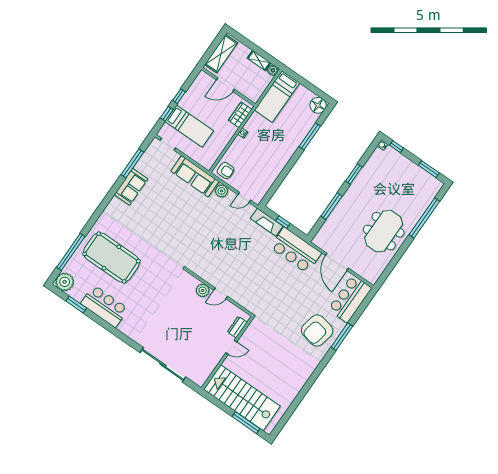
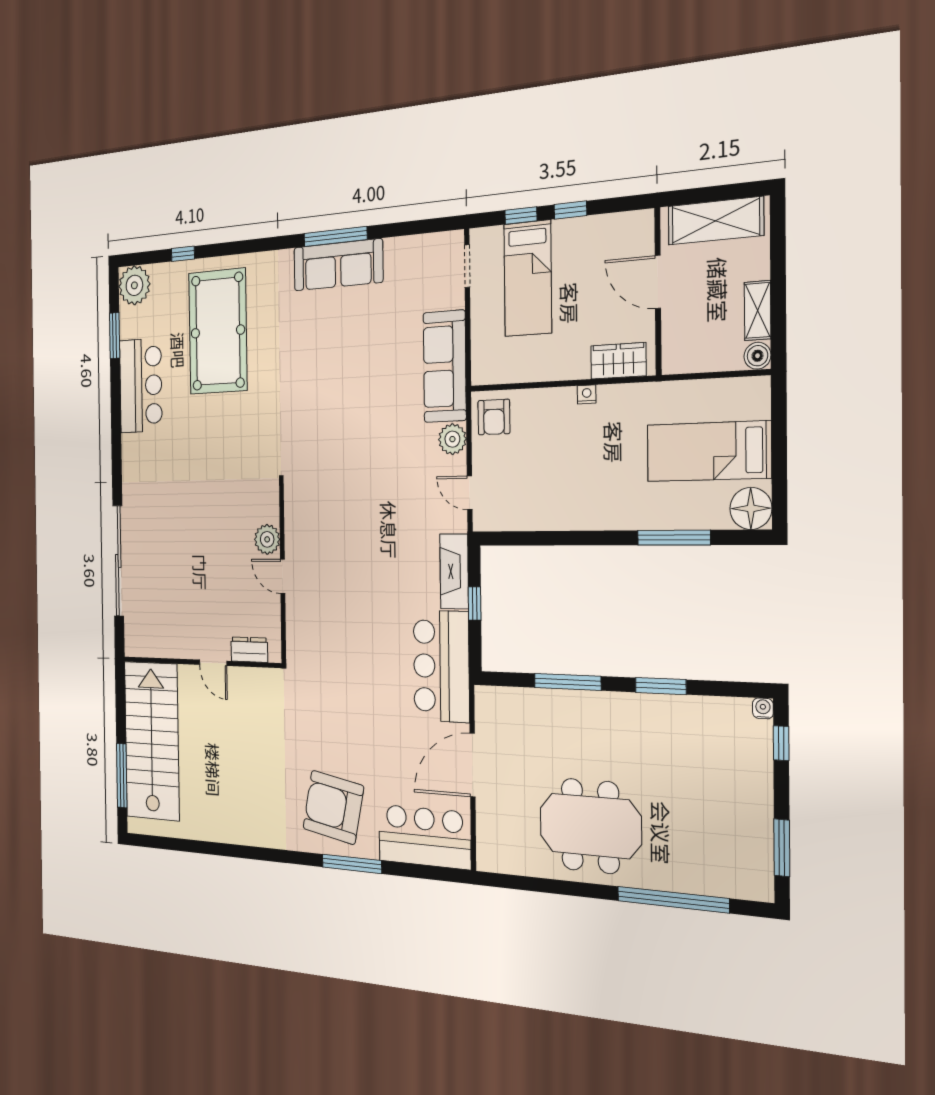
bed: (277, 97) -> (709, 451), moved
window: (132, 163) -> (335, 236), moved
sofa: (131, 187) -> (338, 265), width x1.36
window: (71, 252) -> (183, 254), width x0.32

